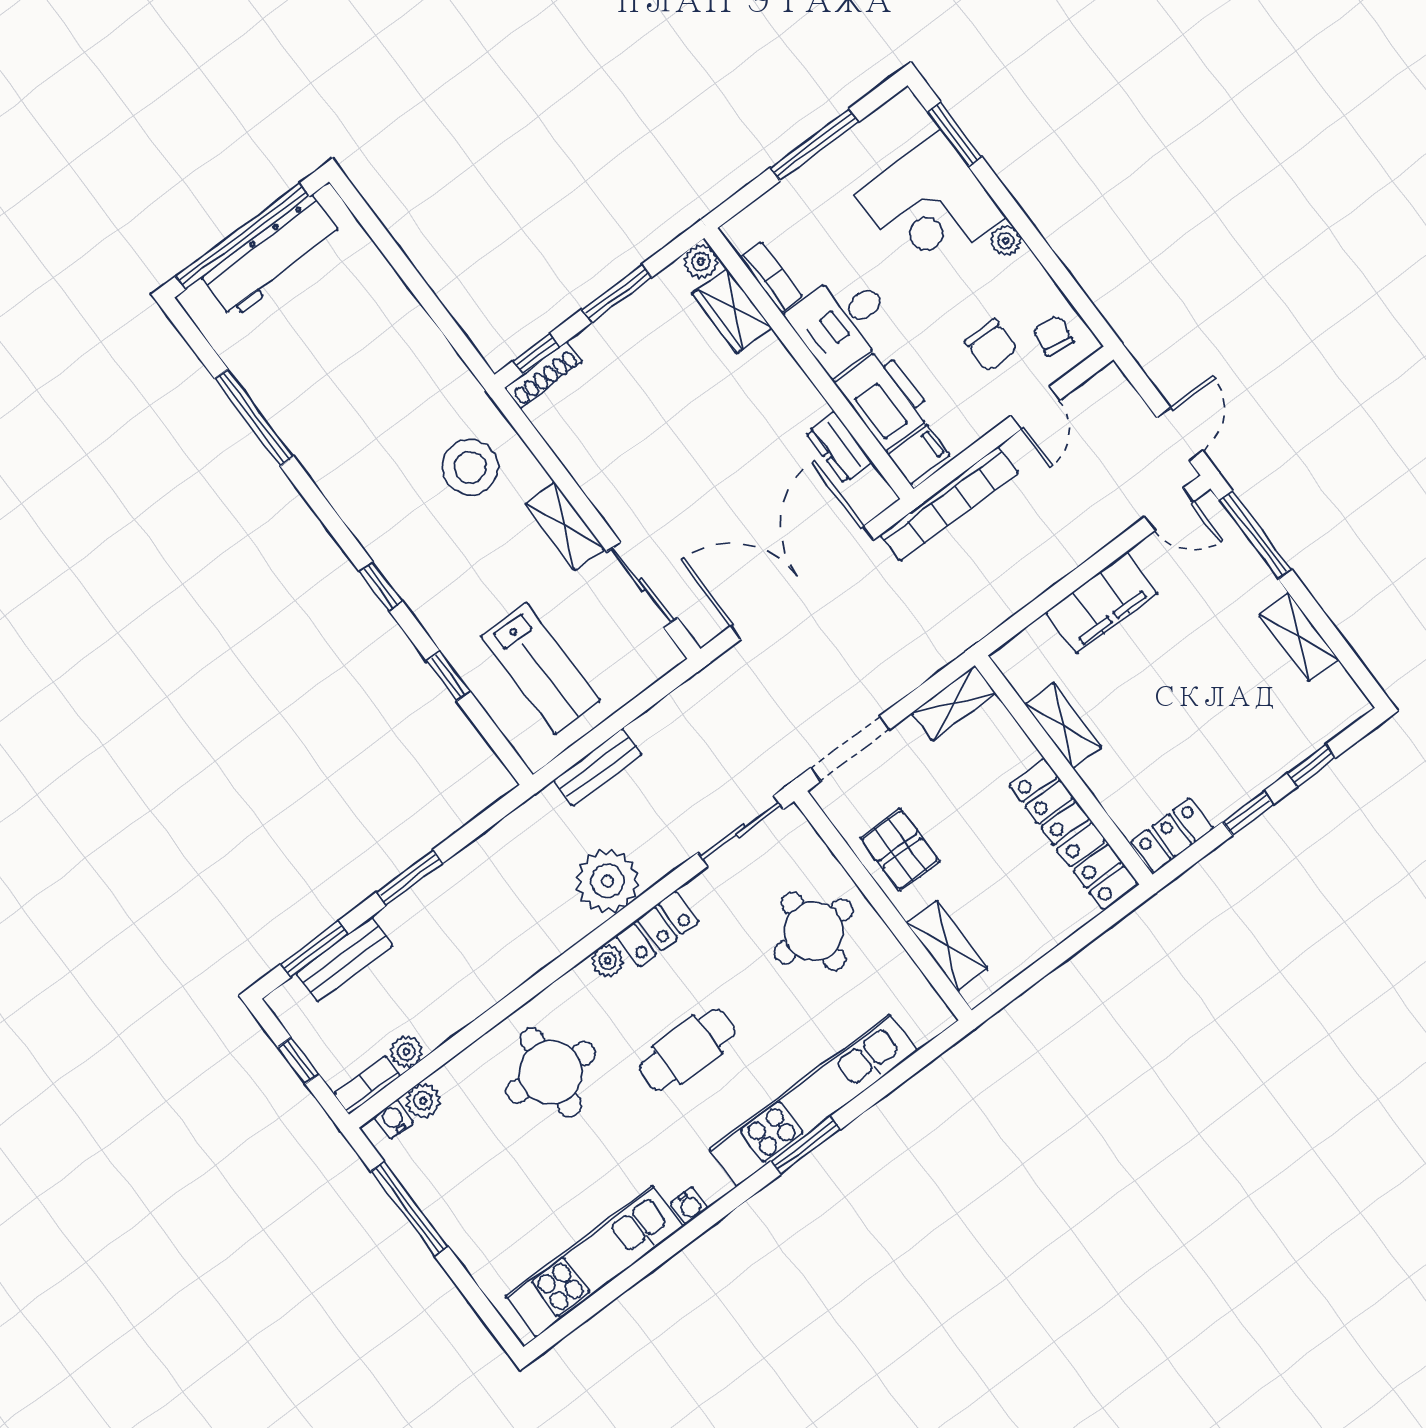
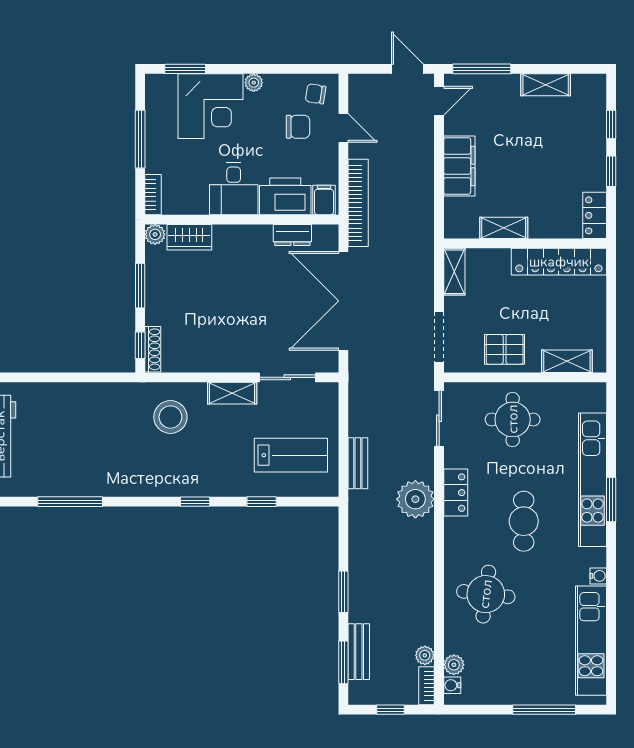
bookcase: (771, 277) -> (153, 195), moved, turned 90
plant: (608, 961) -> (453, 527), removed
window: (409, 1209) -> (544, 710), moved

